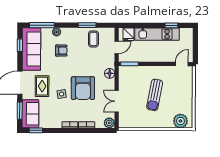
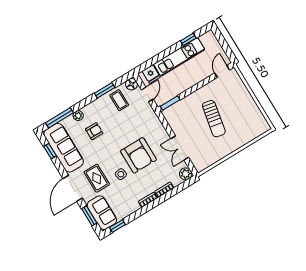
floor lamp: (110, 73) -> (131, 84), moved
plant: (180, 121) -> (255, 129), removed

